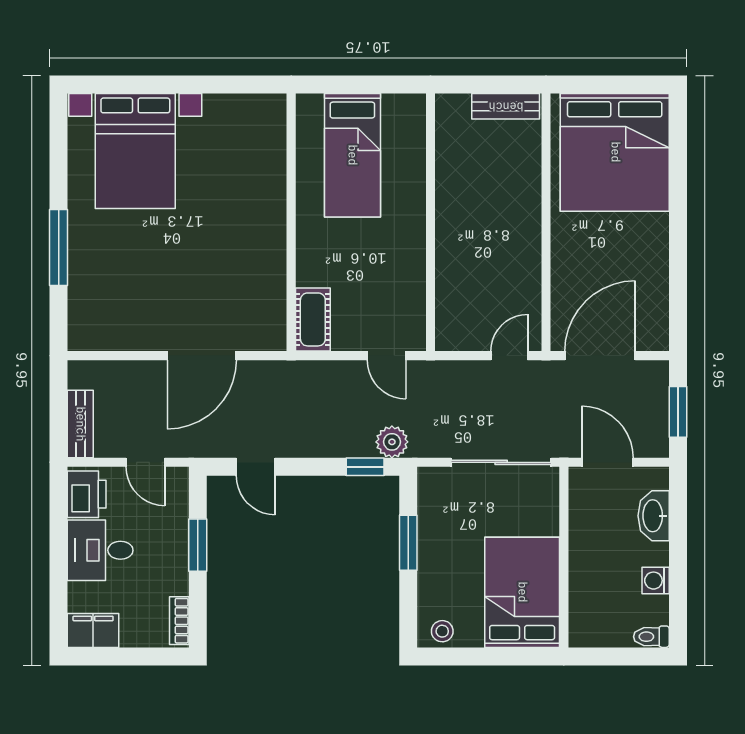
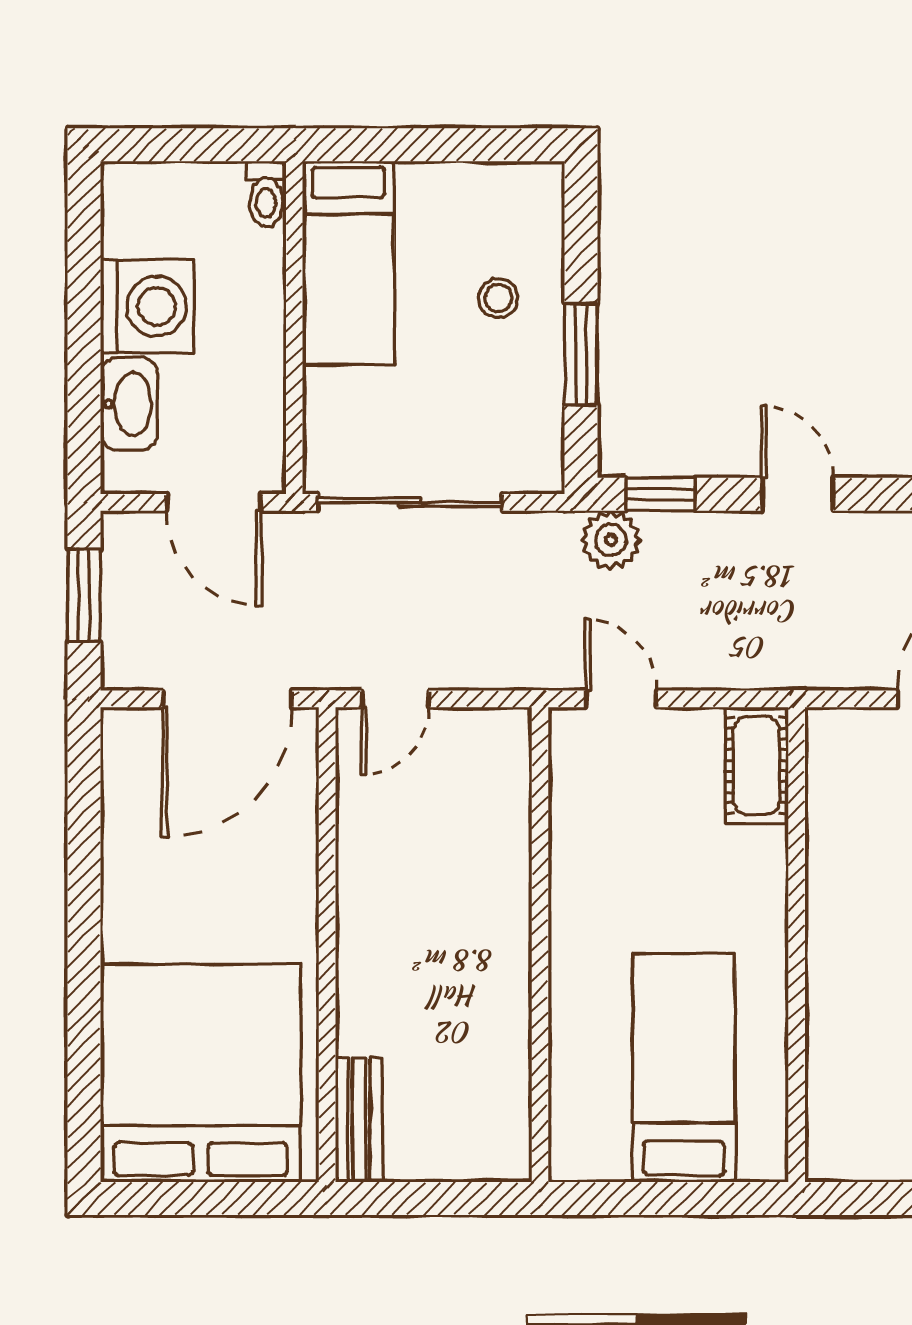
bench: (506, 106) -> (359, 1120), moved, turned 90
door: (256, 467) -> (797, 494), moved
washing machine: (656, 581) -> (147, 306), width x1.89, depth x1.89
bed: (522, 592) -> (348, 263), width x0.67
stool: (442, 631) -> (498, 298), moved
toilet: (651, 637) -> (266, 194), moved, turned 90

